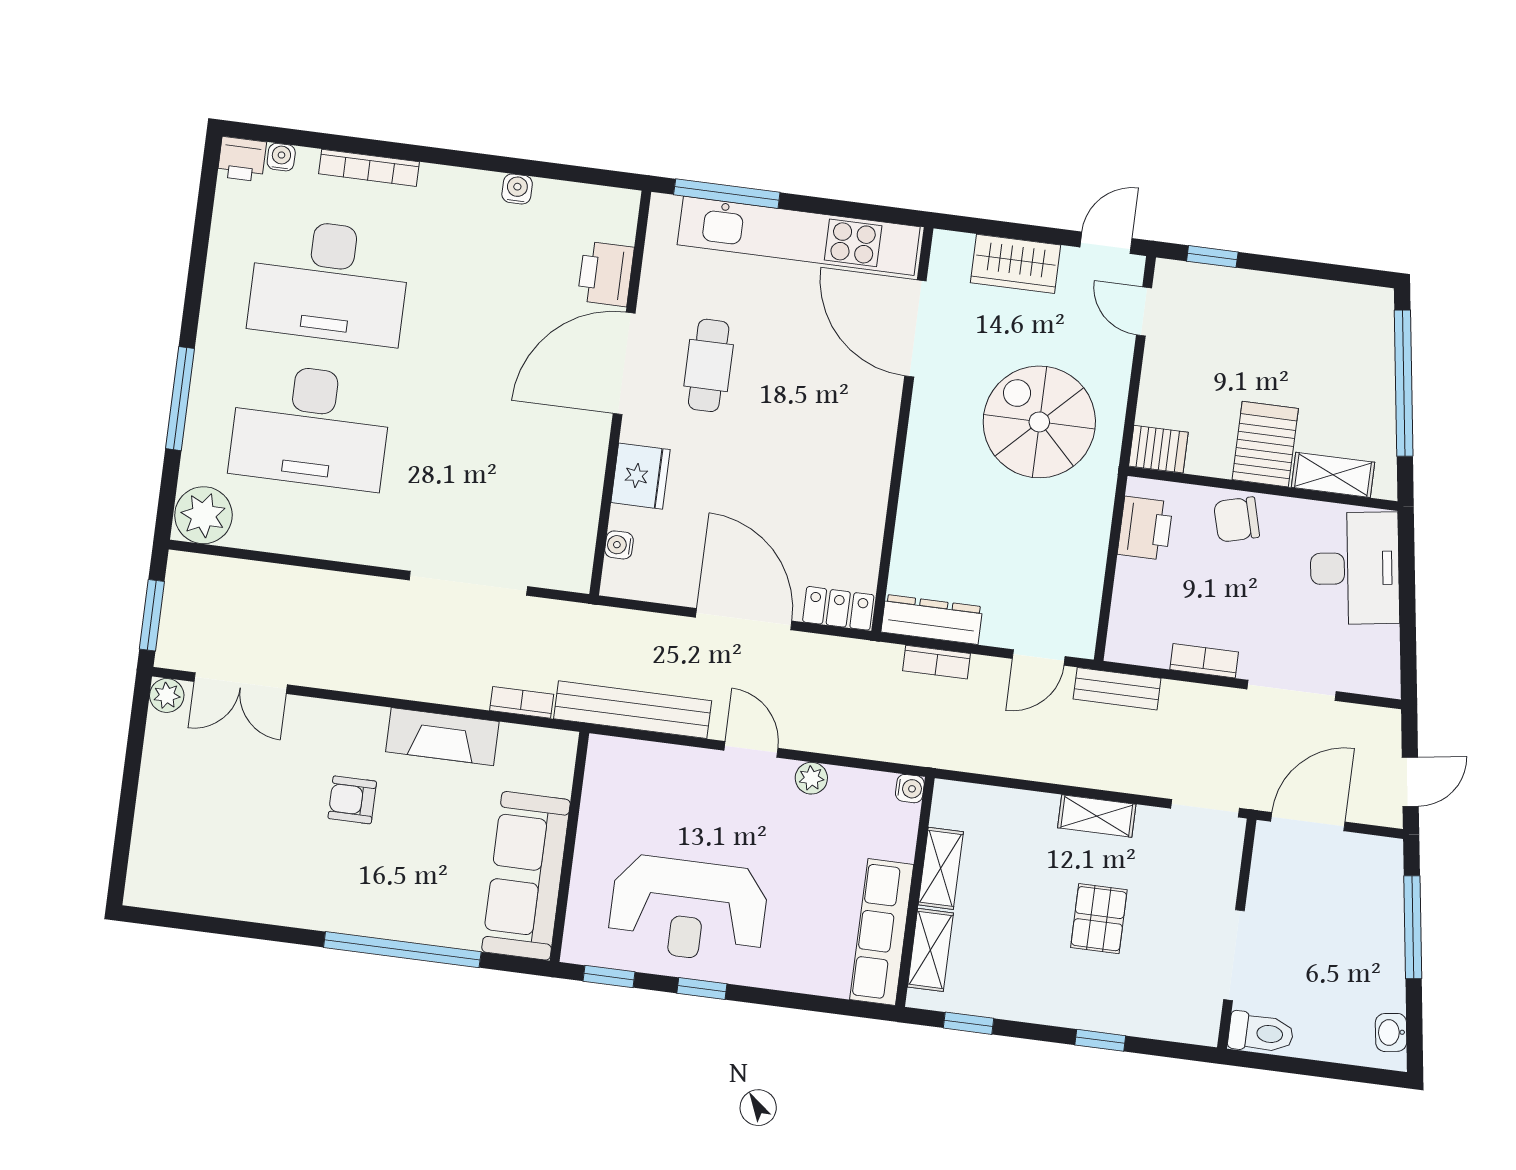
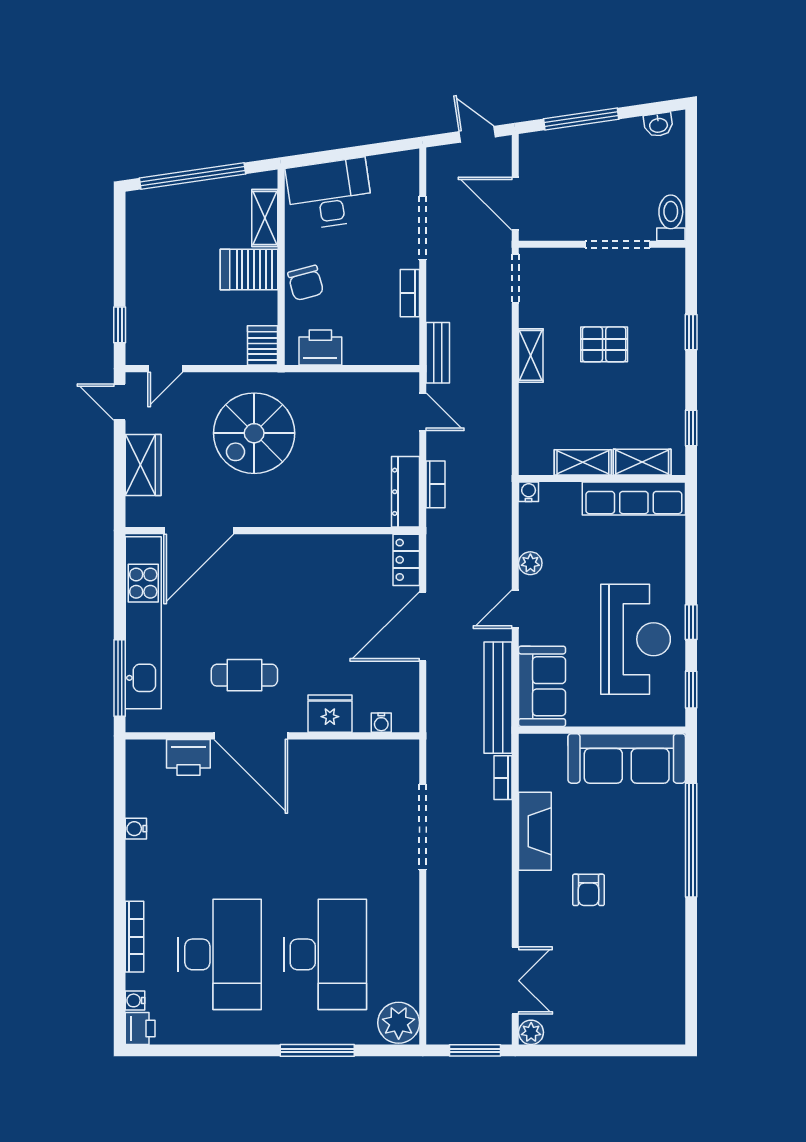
sofa: (640, 772) -> (542, 686), added

